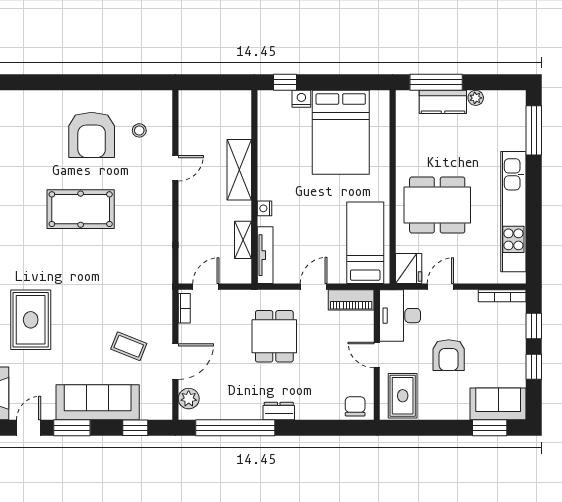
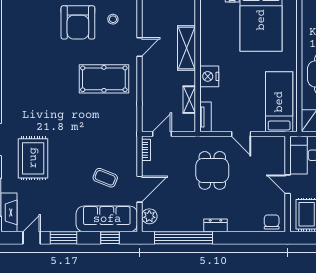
nightstand: (265, 208) -> (209, 76), width x1.89, depth x1.79
pool table: (81, 209) -> (104, 79), moved
tv unit: (265, 255) -> (205, 117), width x0.71
door: (314, 287) -> (241, 134), swing flipped
piano: (351, 300) -> (269, 144), removed
sofa: (98, 402) -> (107, 219), moved

